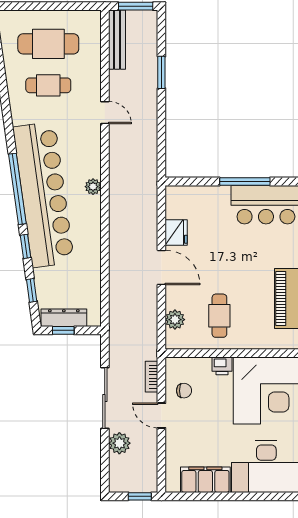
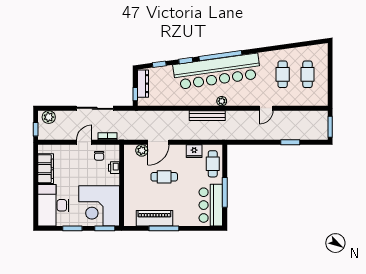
bench: (117, 40) -> (207, 116), moved
cafe table: (48, 44) -> (307, 74), width x0.73, depth x0.74
cafe table: (197, 202) -> (213, 164), added
door: (161, 267) -> (158, 142), moved
cafe table: (219, 316) -> (164, 177), moved
window: (63, 330) -> (135, 94), moved
printer: (222, 366) -> (114, 168), moved
plant: (119, 443) -> (49, 117), moved

